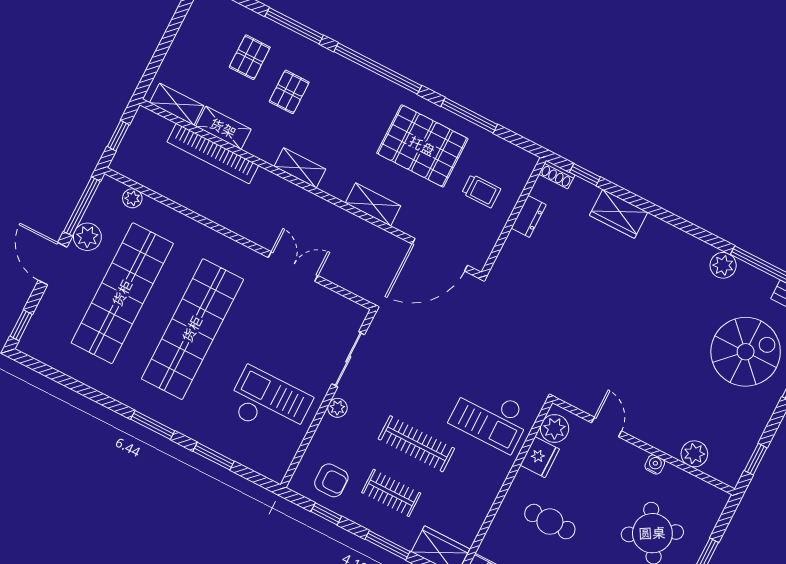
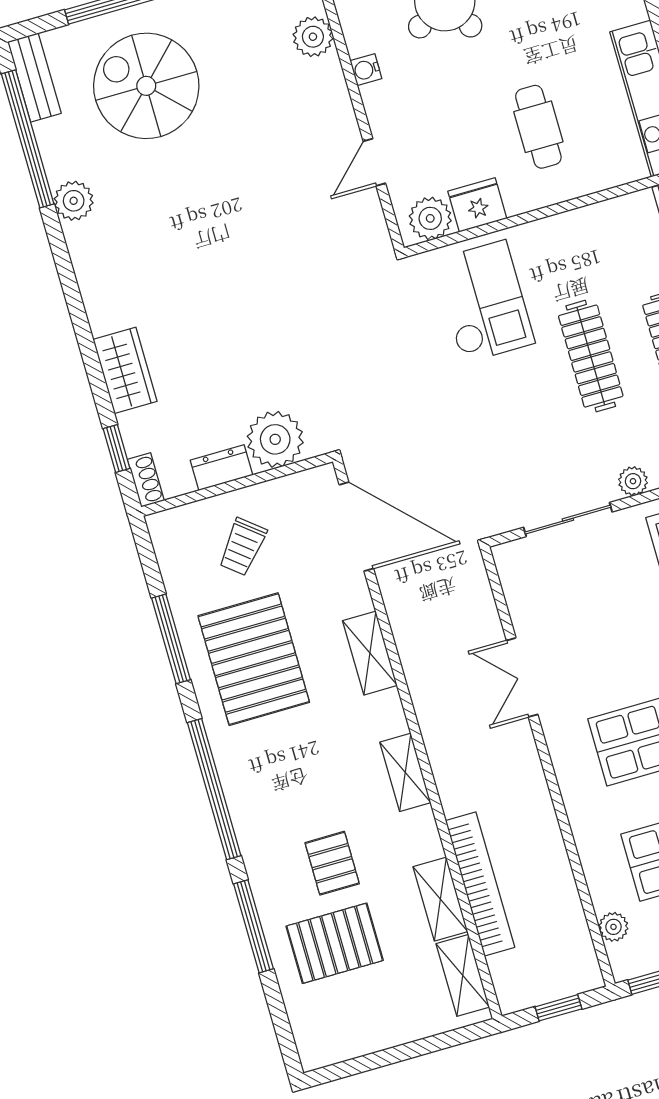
pallet: (250, 57) -> (335, 943), width x1.50, depth x1.42
pallet: (289, 92) -> (332, 863), turned 90
trolley: (481, 191) -> (243, 547), turned -141
plant: (518, 255) -> (275, 439), added

